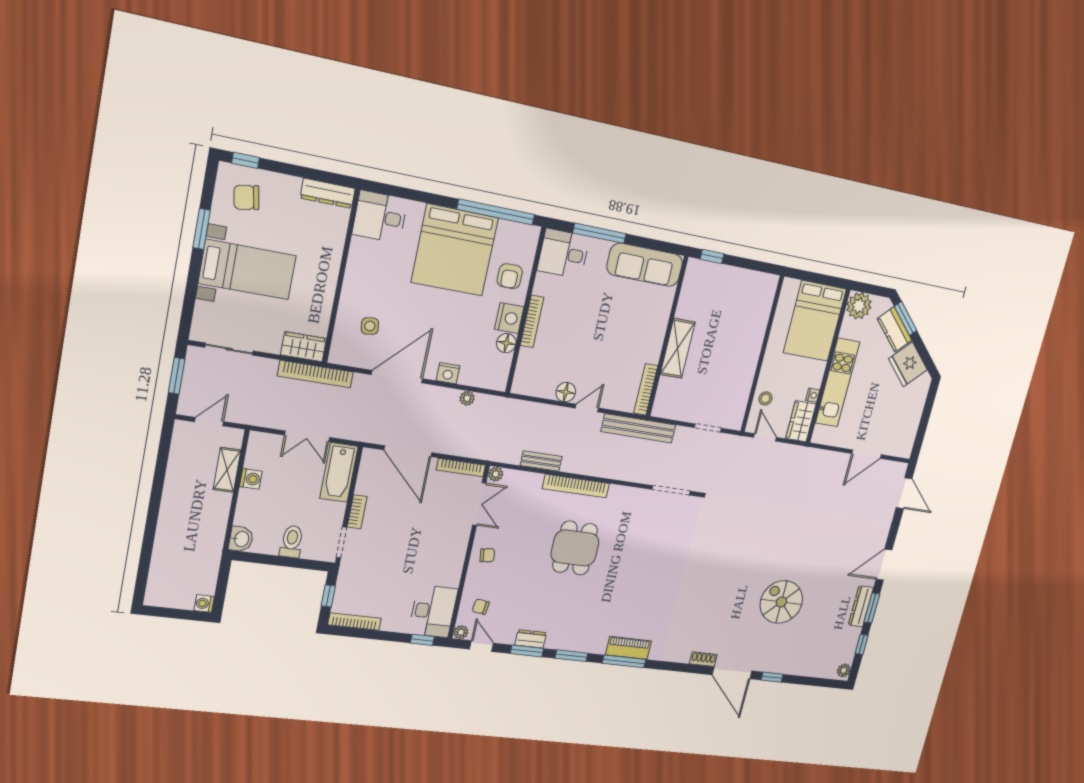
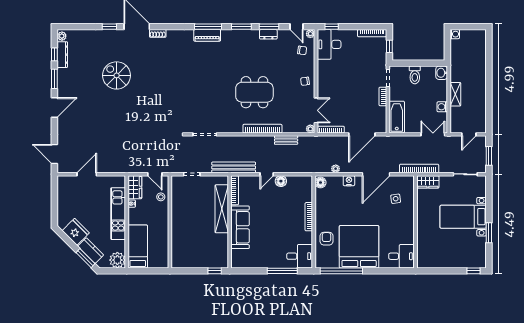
dresser: (328, 193) -> (430, 263), removed
chair: (246, 197) -> (470, 253), removed
sofa: (645, 265) -> (240, 227), moved, turned 90
nightstand: (509, 318) -> (322, 216), removed
bed: (815, 321) -> (138, 246), width x0.67
floor lamp: (506, 343) -> (320, 183), moved
shelving: (678, 348) -> (222, 209), width x1.47
double door: (307, 436) -> (433, 134), moved
door: (408, 451) -> (362, 134), swing flipped
shelving: (227, 470) -> (455, 94), moved
double door: (479, 504) -> (316, 110), swing flipped
dining table: (575, 548) -> (254, 92), width x1.38
spiral stairs: (781, 602) -> (117, 75), turned 180
dresser: (861, 606) -> (62, 55), moved

